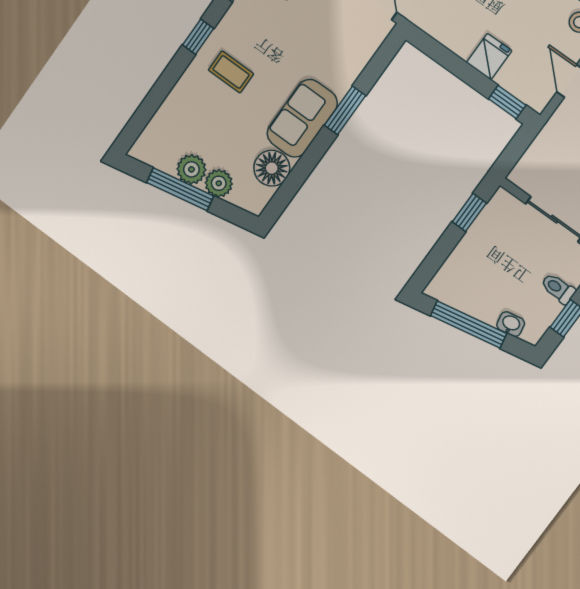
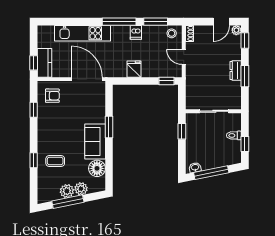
window: (198, 37) -> (34, 160), moved
fridge: (489, 57) -> (134, 69), moved
coffee table: (231, 72) -> (55, 161), moved
washbasin: (511, 324) -> (195, 167), moved

